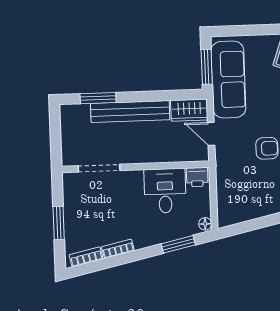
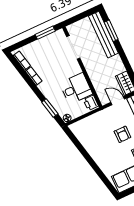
bench: (130, 112) -> (103, 35), moved
door: (211, 134) -> (118, 101), hinge flipped
window: (59, 223) -> (45, 33), moved

